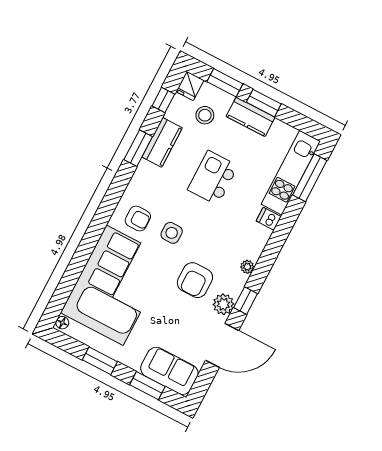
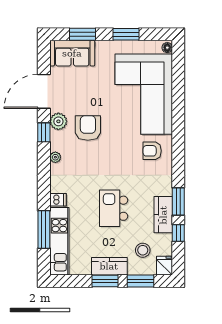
window: (163, 100) -> (178, 233), moved
kitchen island: (213, 178) -> (114, 208), turned 180
window: (310, 178) -> (44, 230), moved
side table: (172, 233) -> (122, 153), removed

